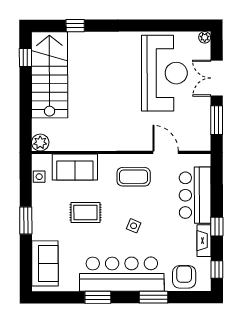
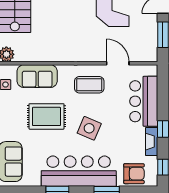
rug: (85, 213) -> (46, 116), width x1.36, depth x1.43
side table: (134, 226) -> (89, 128), width x1.87, depth x1.87
armchair: (184, 277) -> (134, 174), turned 90

